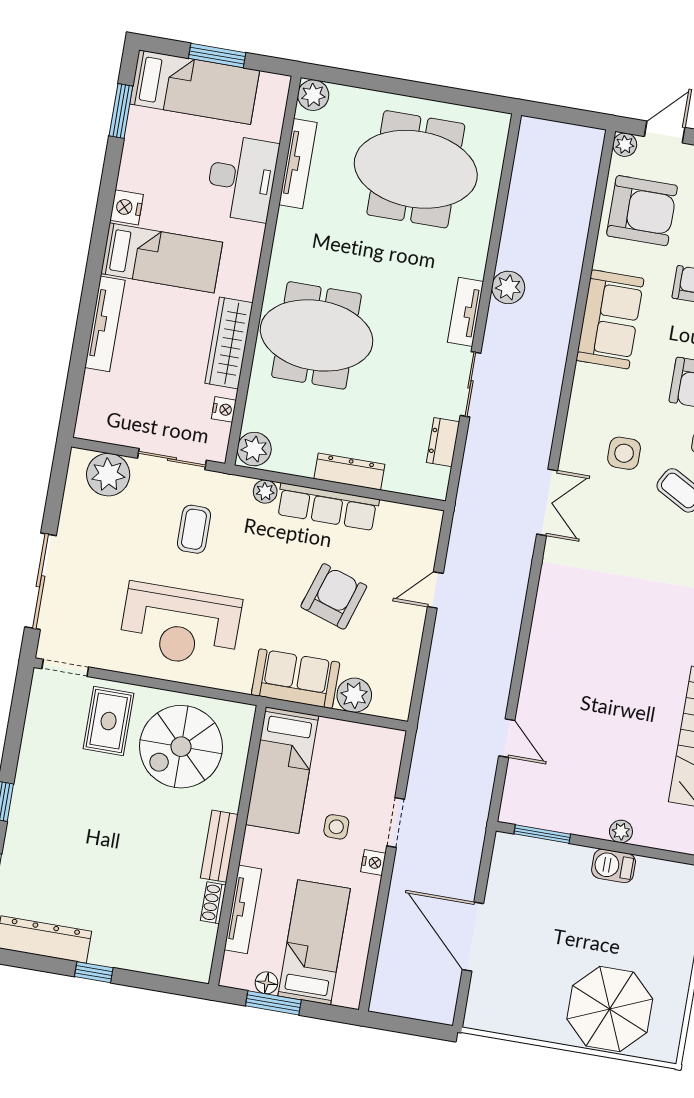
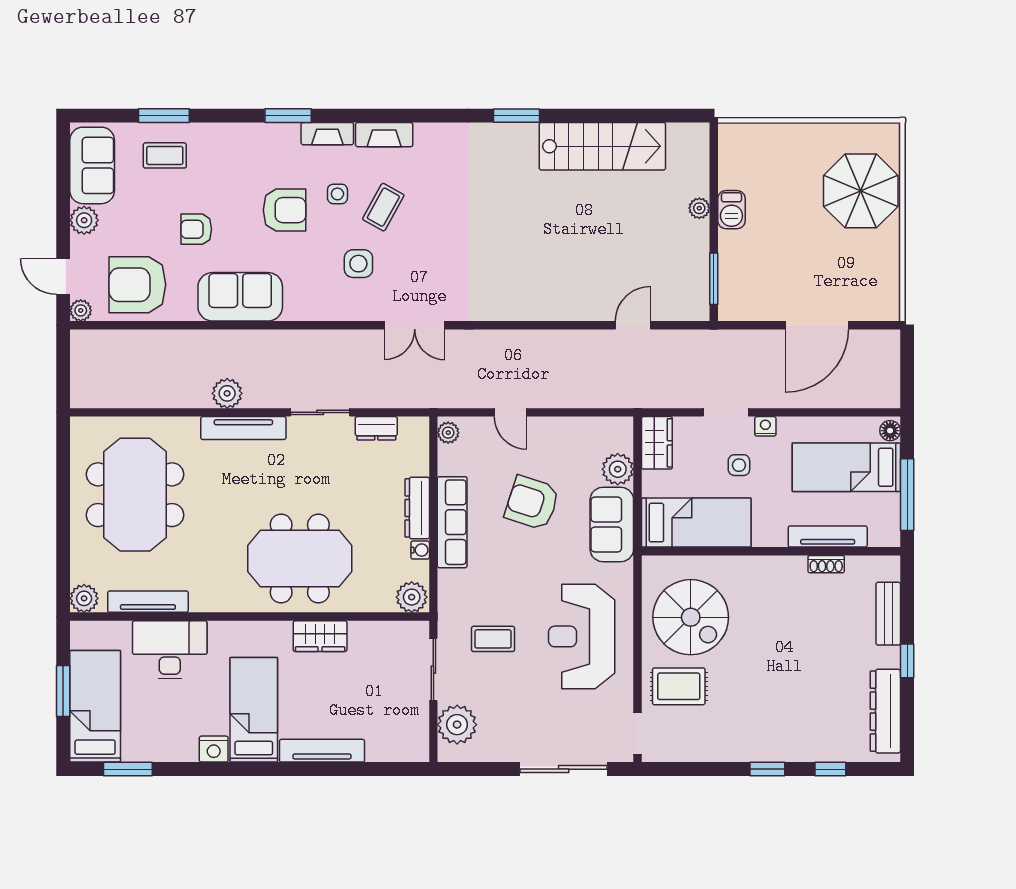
armchair: (642, 211) -> (137, 285), turned -90
tv unit: (466, 312) -> (243, 428), width x1.41
meeting table: (317, 335) -> (300, 558), turned 90
wardrobe: (229, 343) -> (320, 636), width x0.67
nightstand: (224, 409) -> (381, 630), removed
water cooler: (303, 467) -> (420, 550), added
plant: (265, 492) -> (448, 433), moved
double door: (547, 502) -> (415, 325), swing flipped
reception desk: (180, 625) -> (582, 636), turned 180
wardrobe: (375, 742) -> (657, 443), added
bench: (219, 846) -> (888, 614), moved, turned 90
floor lamp: (266, 983) -> (890, 431), moved
window: (273, 1003) -> (907, 495), width x1.44

